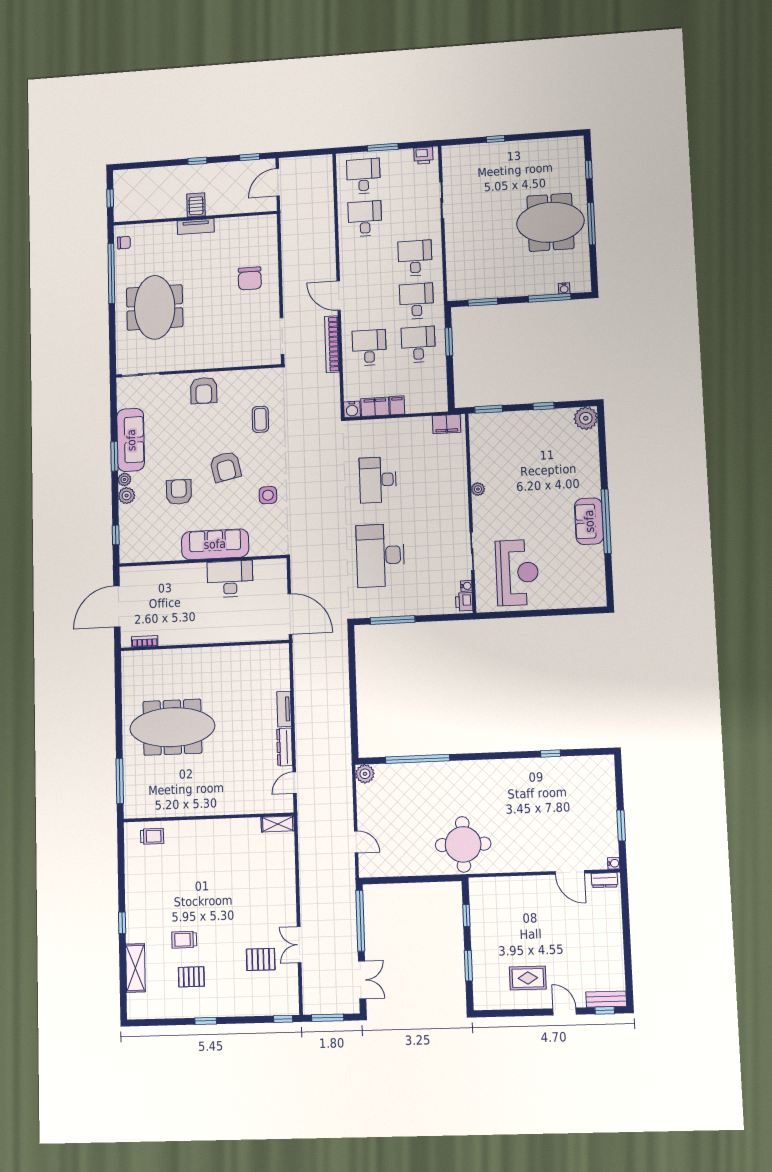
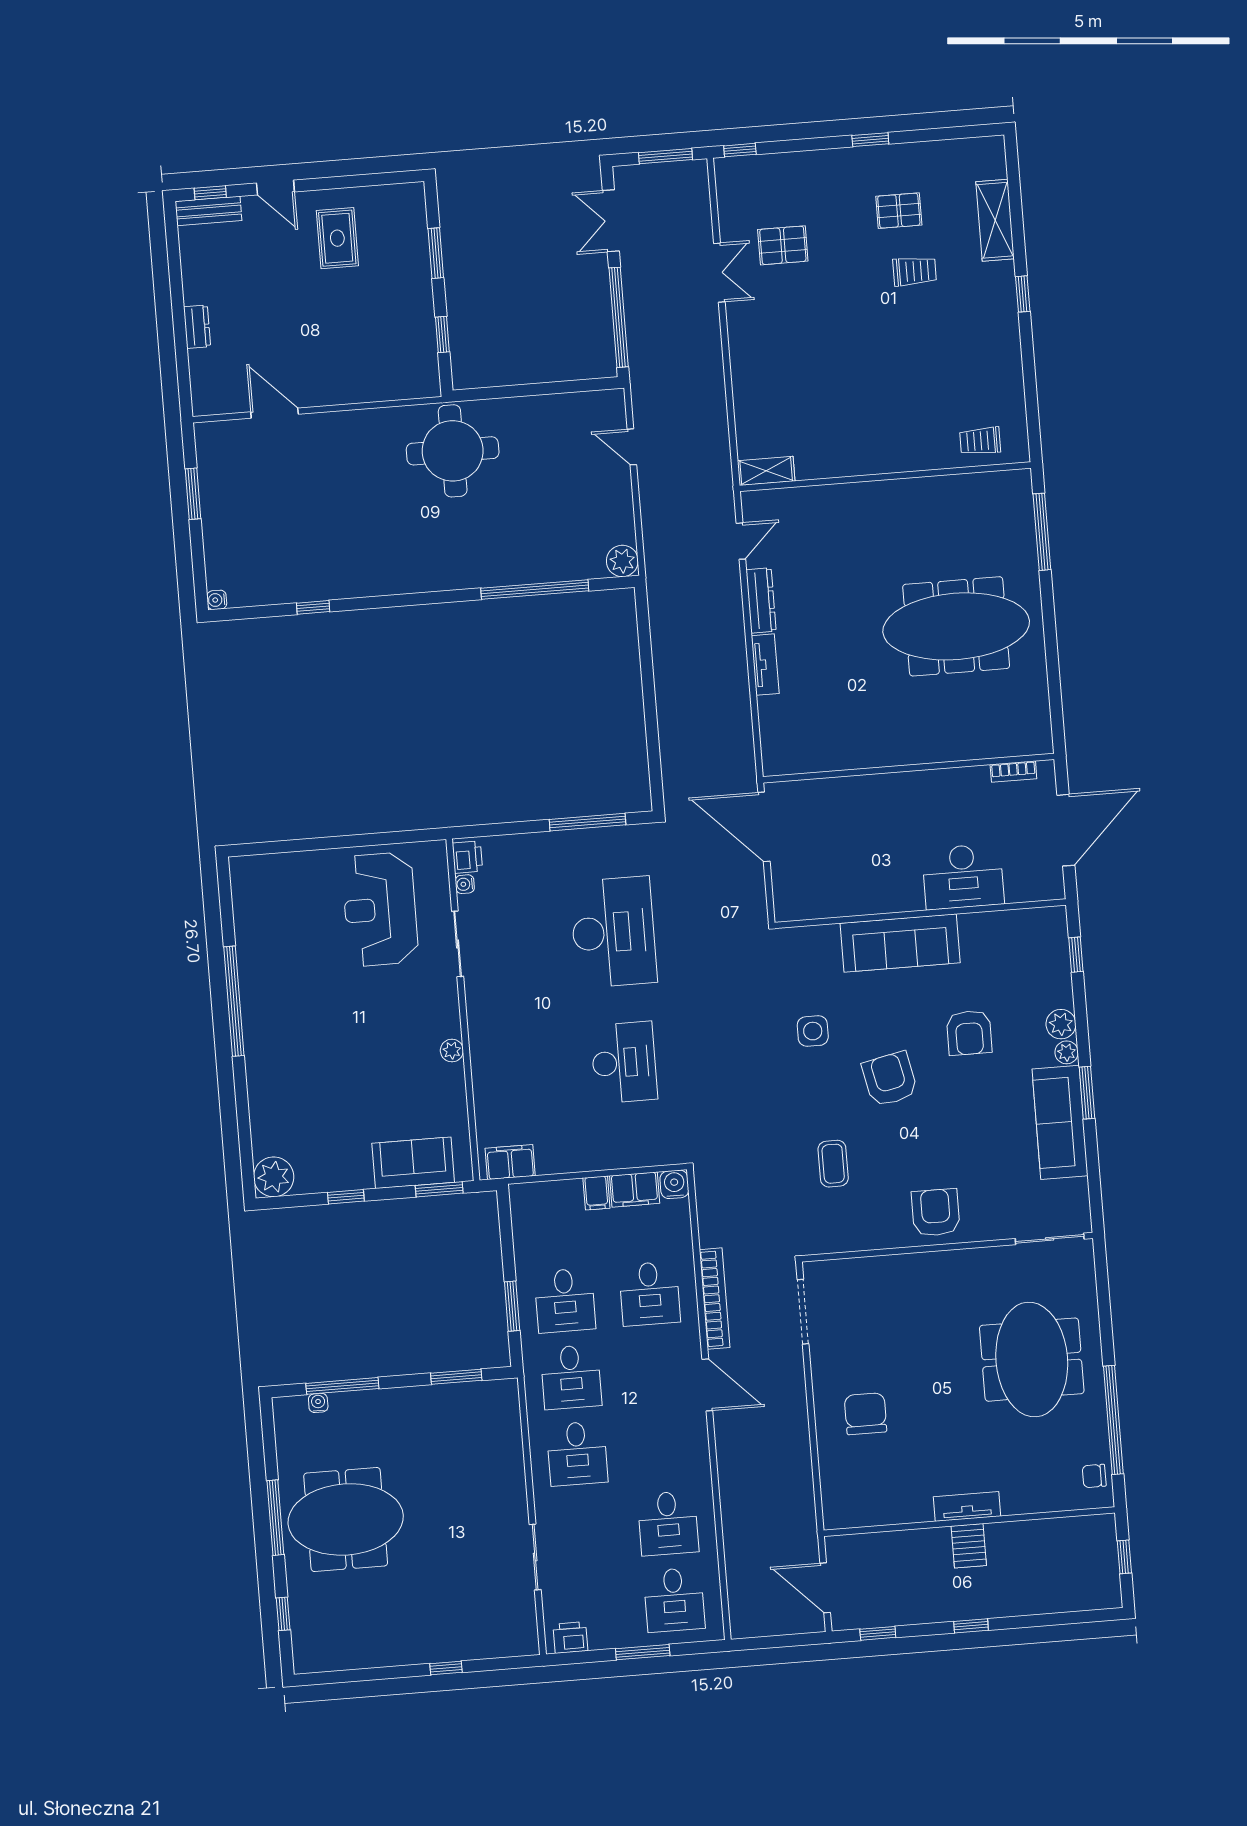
door: (278, 182) -> (825, 1588), swing flipped
sofa: (589, 521) -> (413, 1163), moved, turned -90
desk: (230, 579) -> (963, 877), moved
water cooler: (614, 863) -> (217, 600), moved
dresser: (604, 880) -> (197, 327), moved, turned 90
rug: (528, 978) -> (337, 238), turned 90

